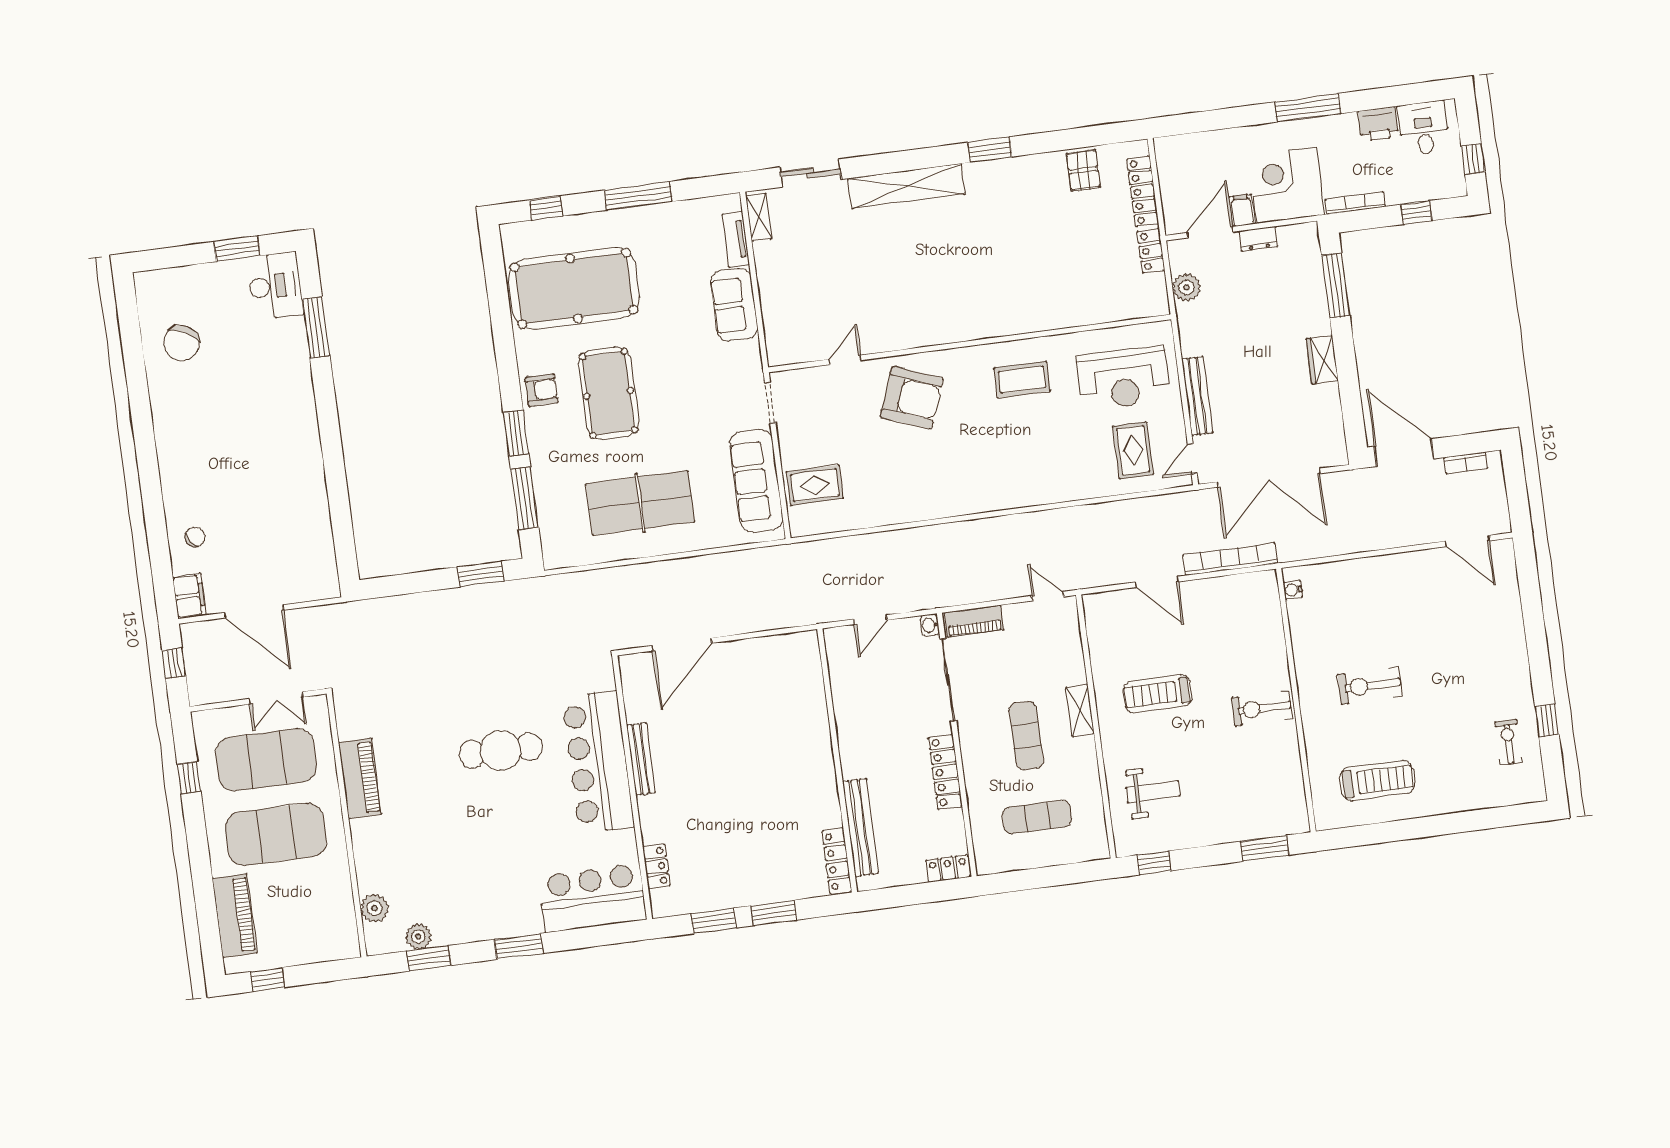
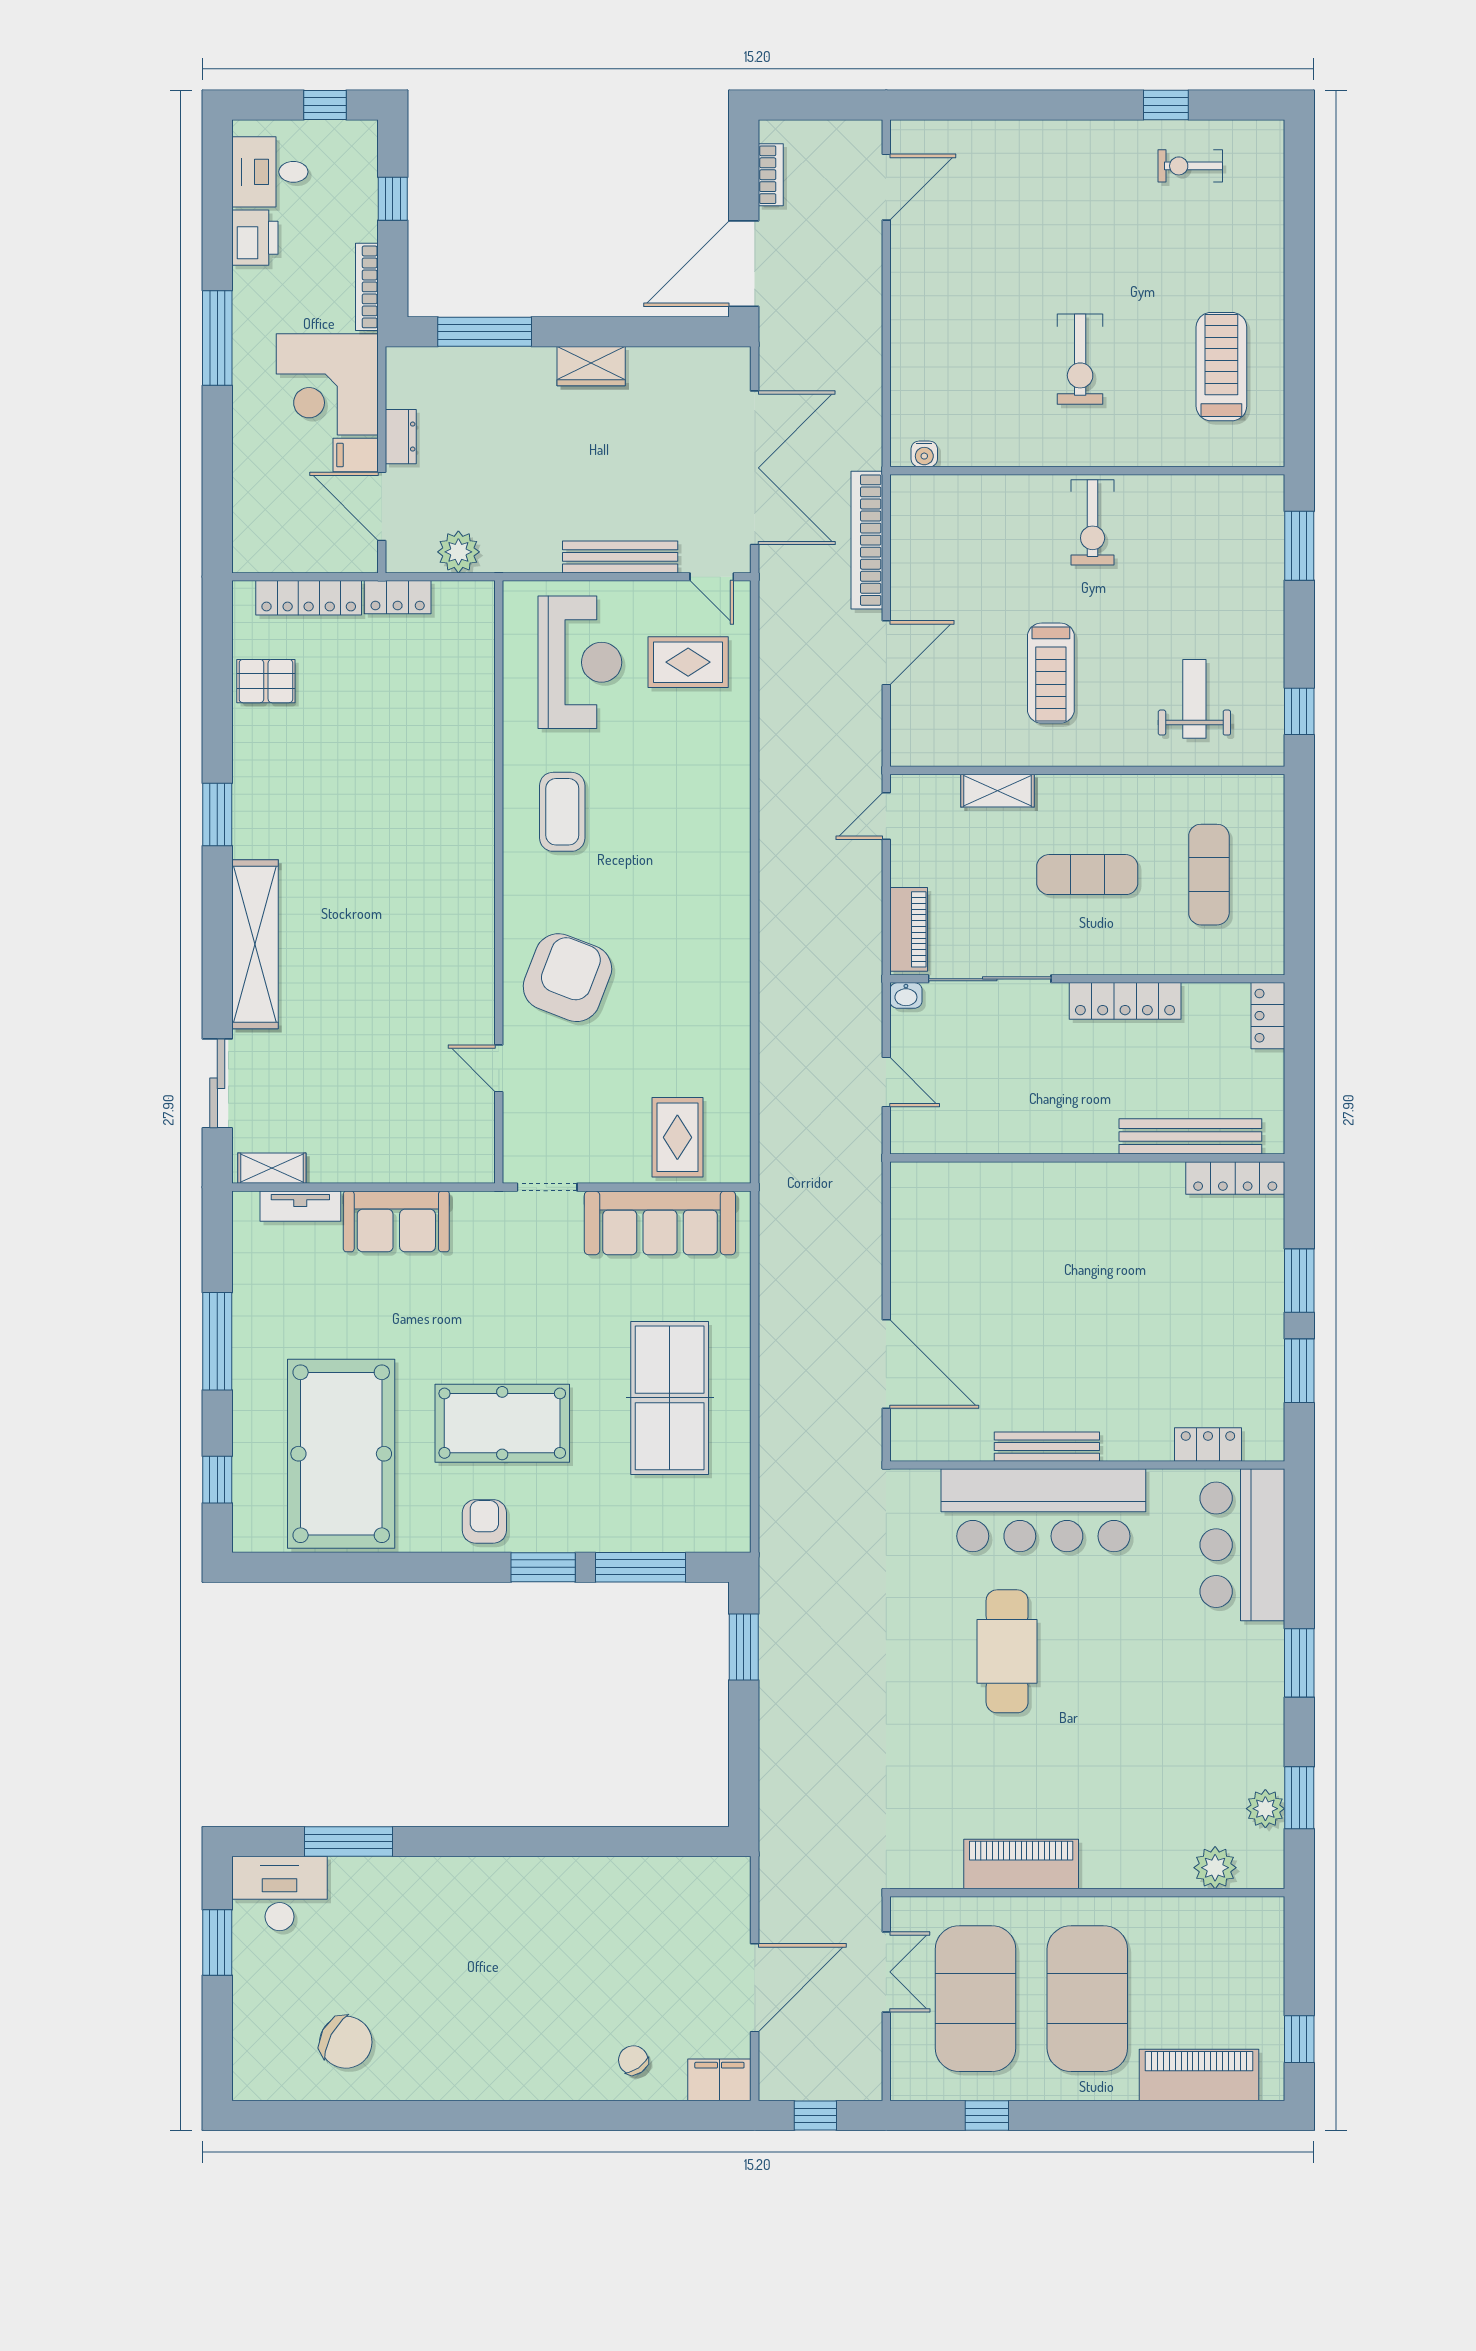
shelving: (1080, 711) -> (998, 791), moved

